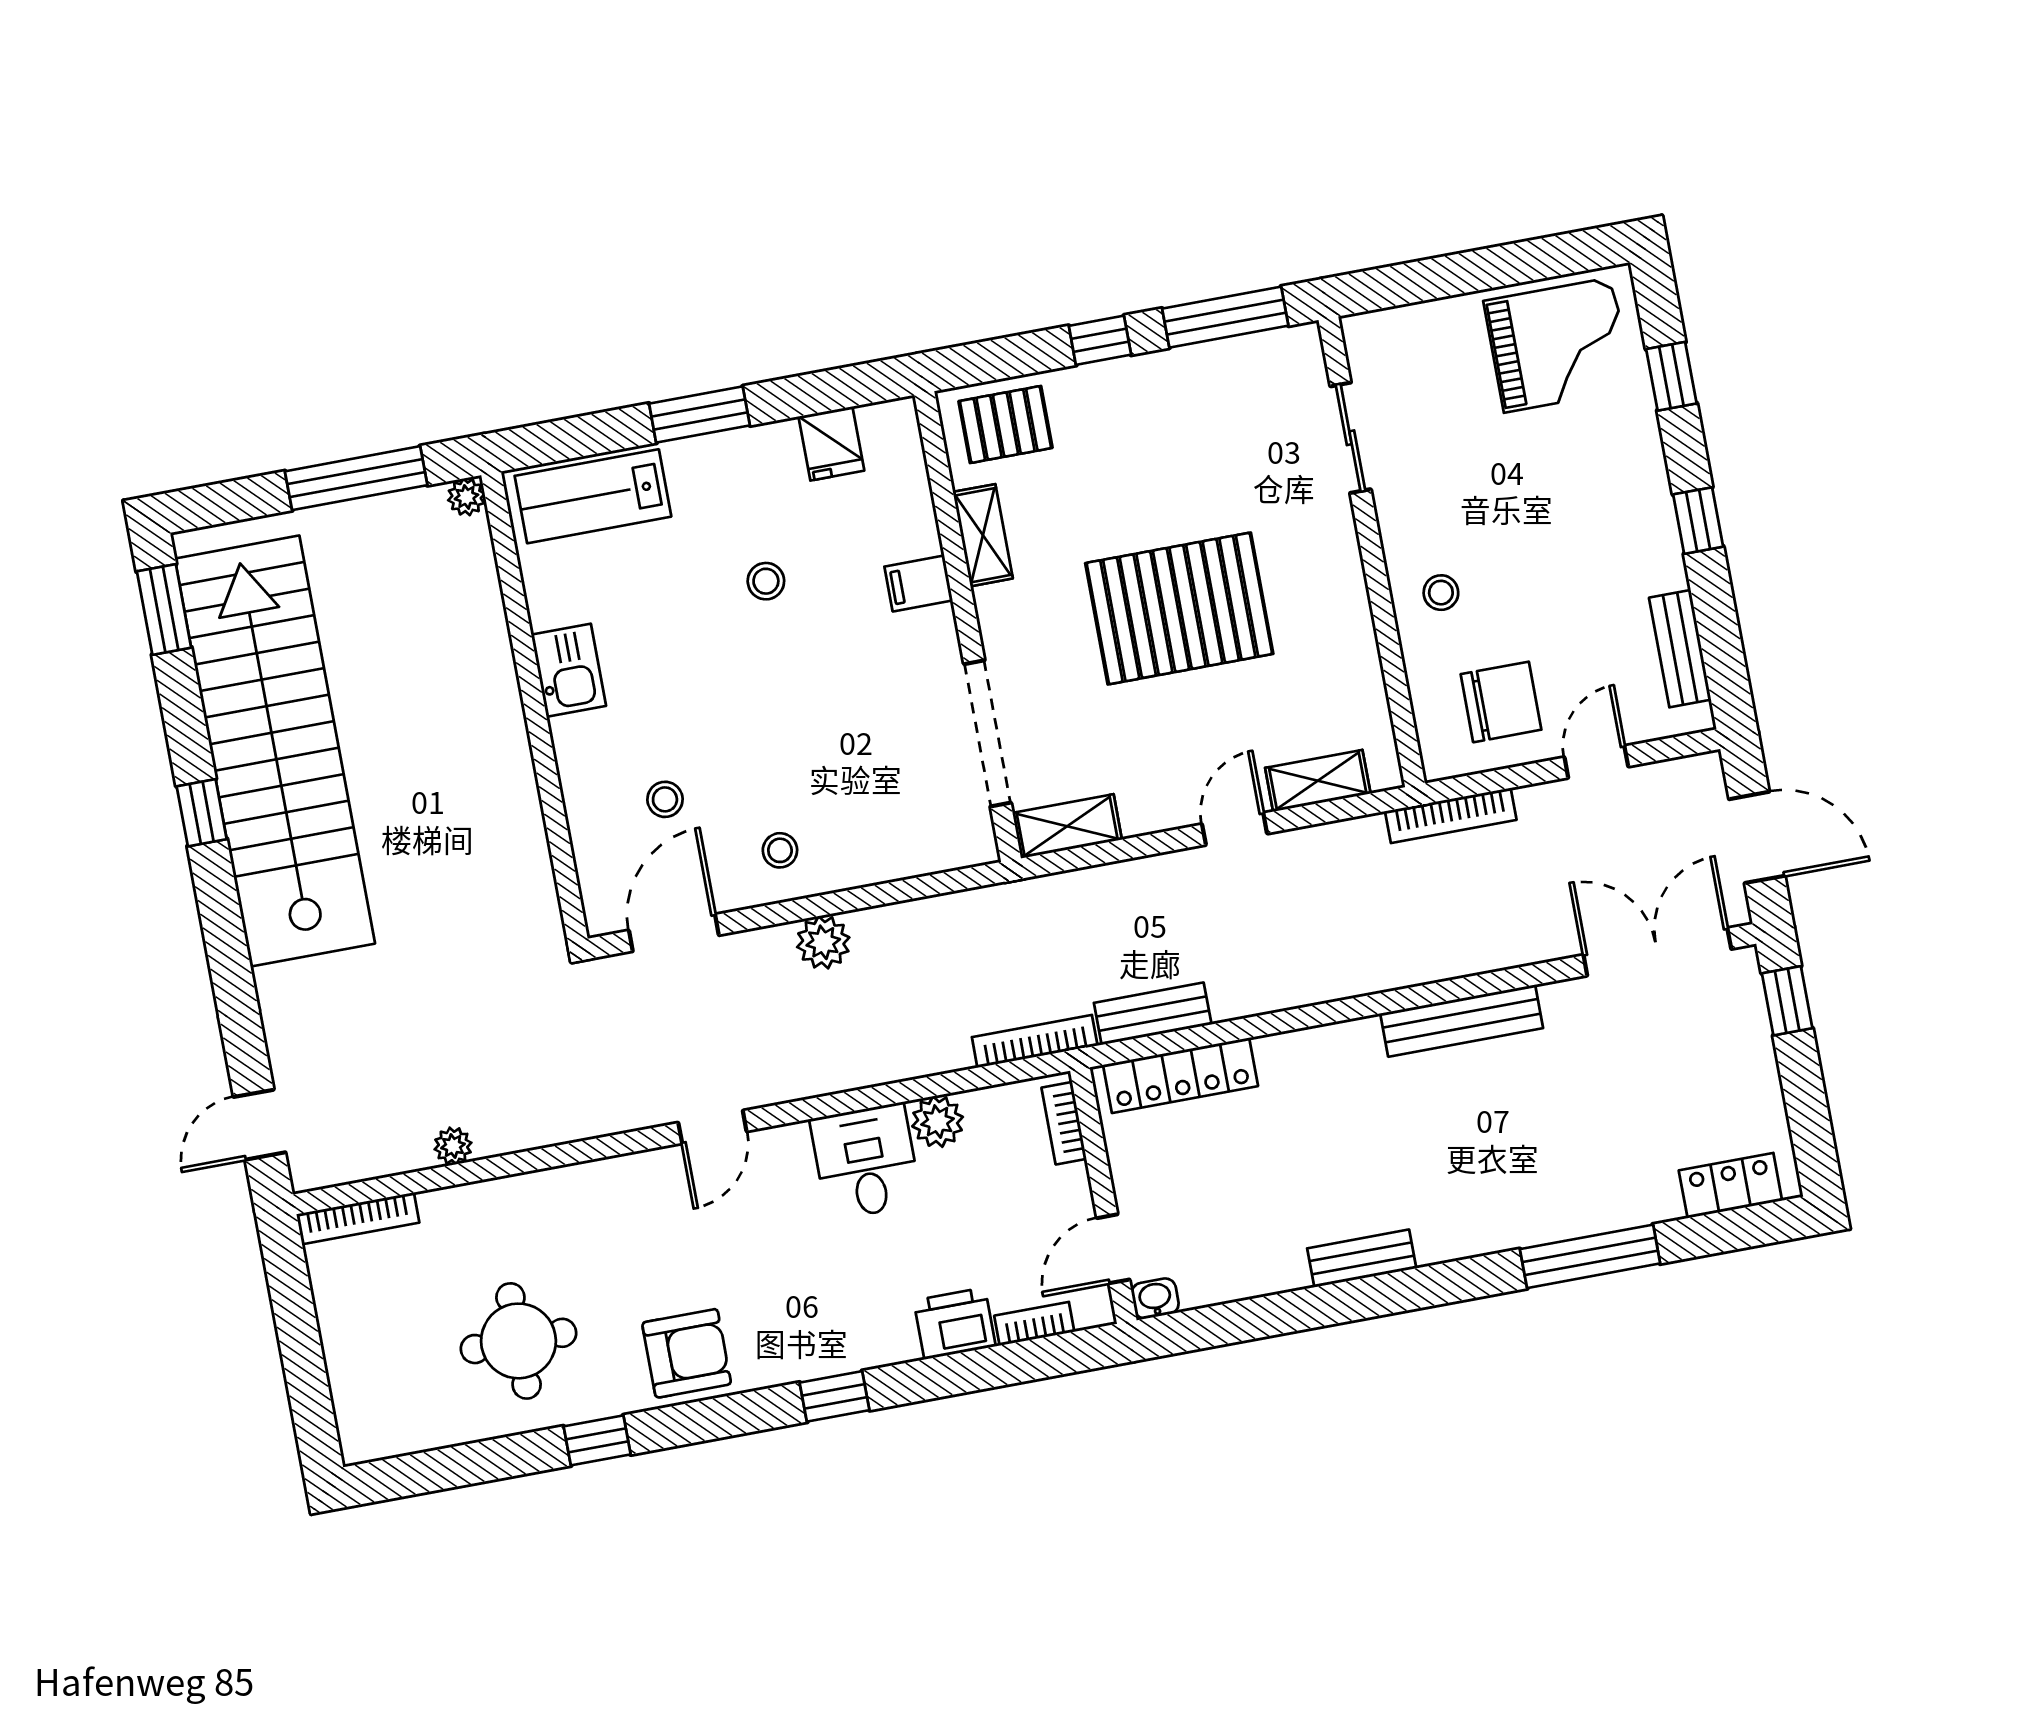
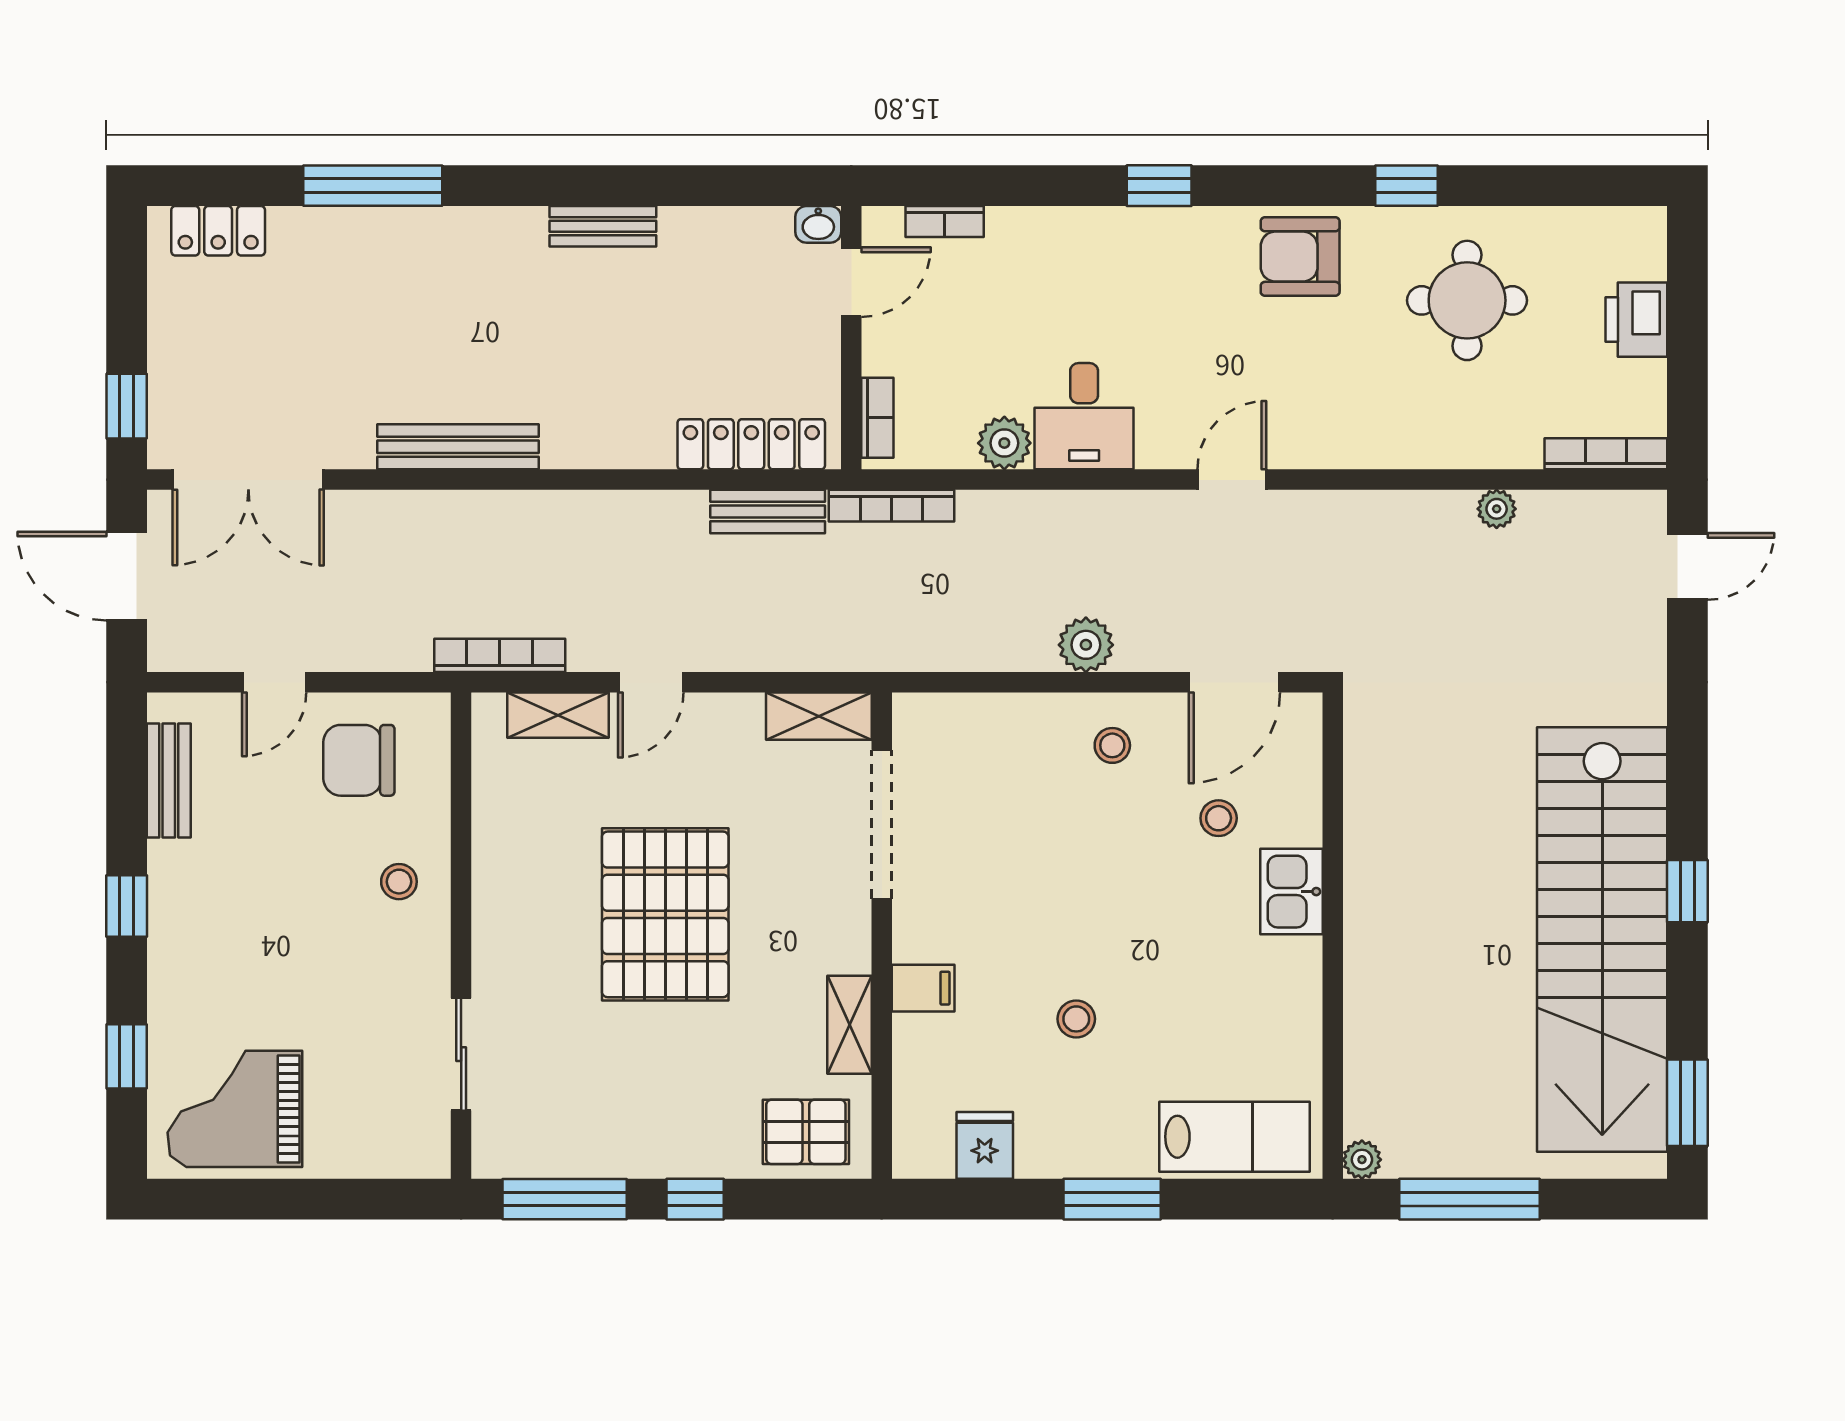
pallet: (1179, 608) -> (665, 914), turned 90
kitchen sink: (569, 670) -> (1291, 892), moved
bookcase: (1451, 816) -> (500, 655), moved
printer: (955, 1323) -> (1636, 320), moved, turned 90

